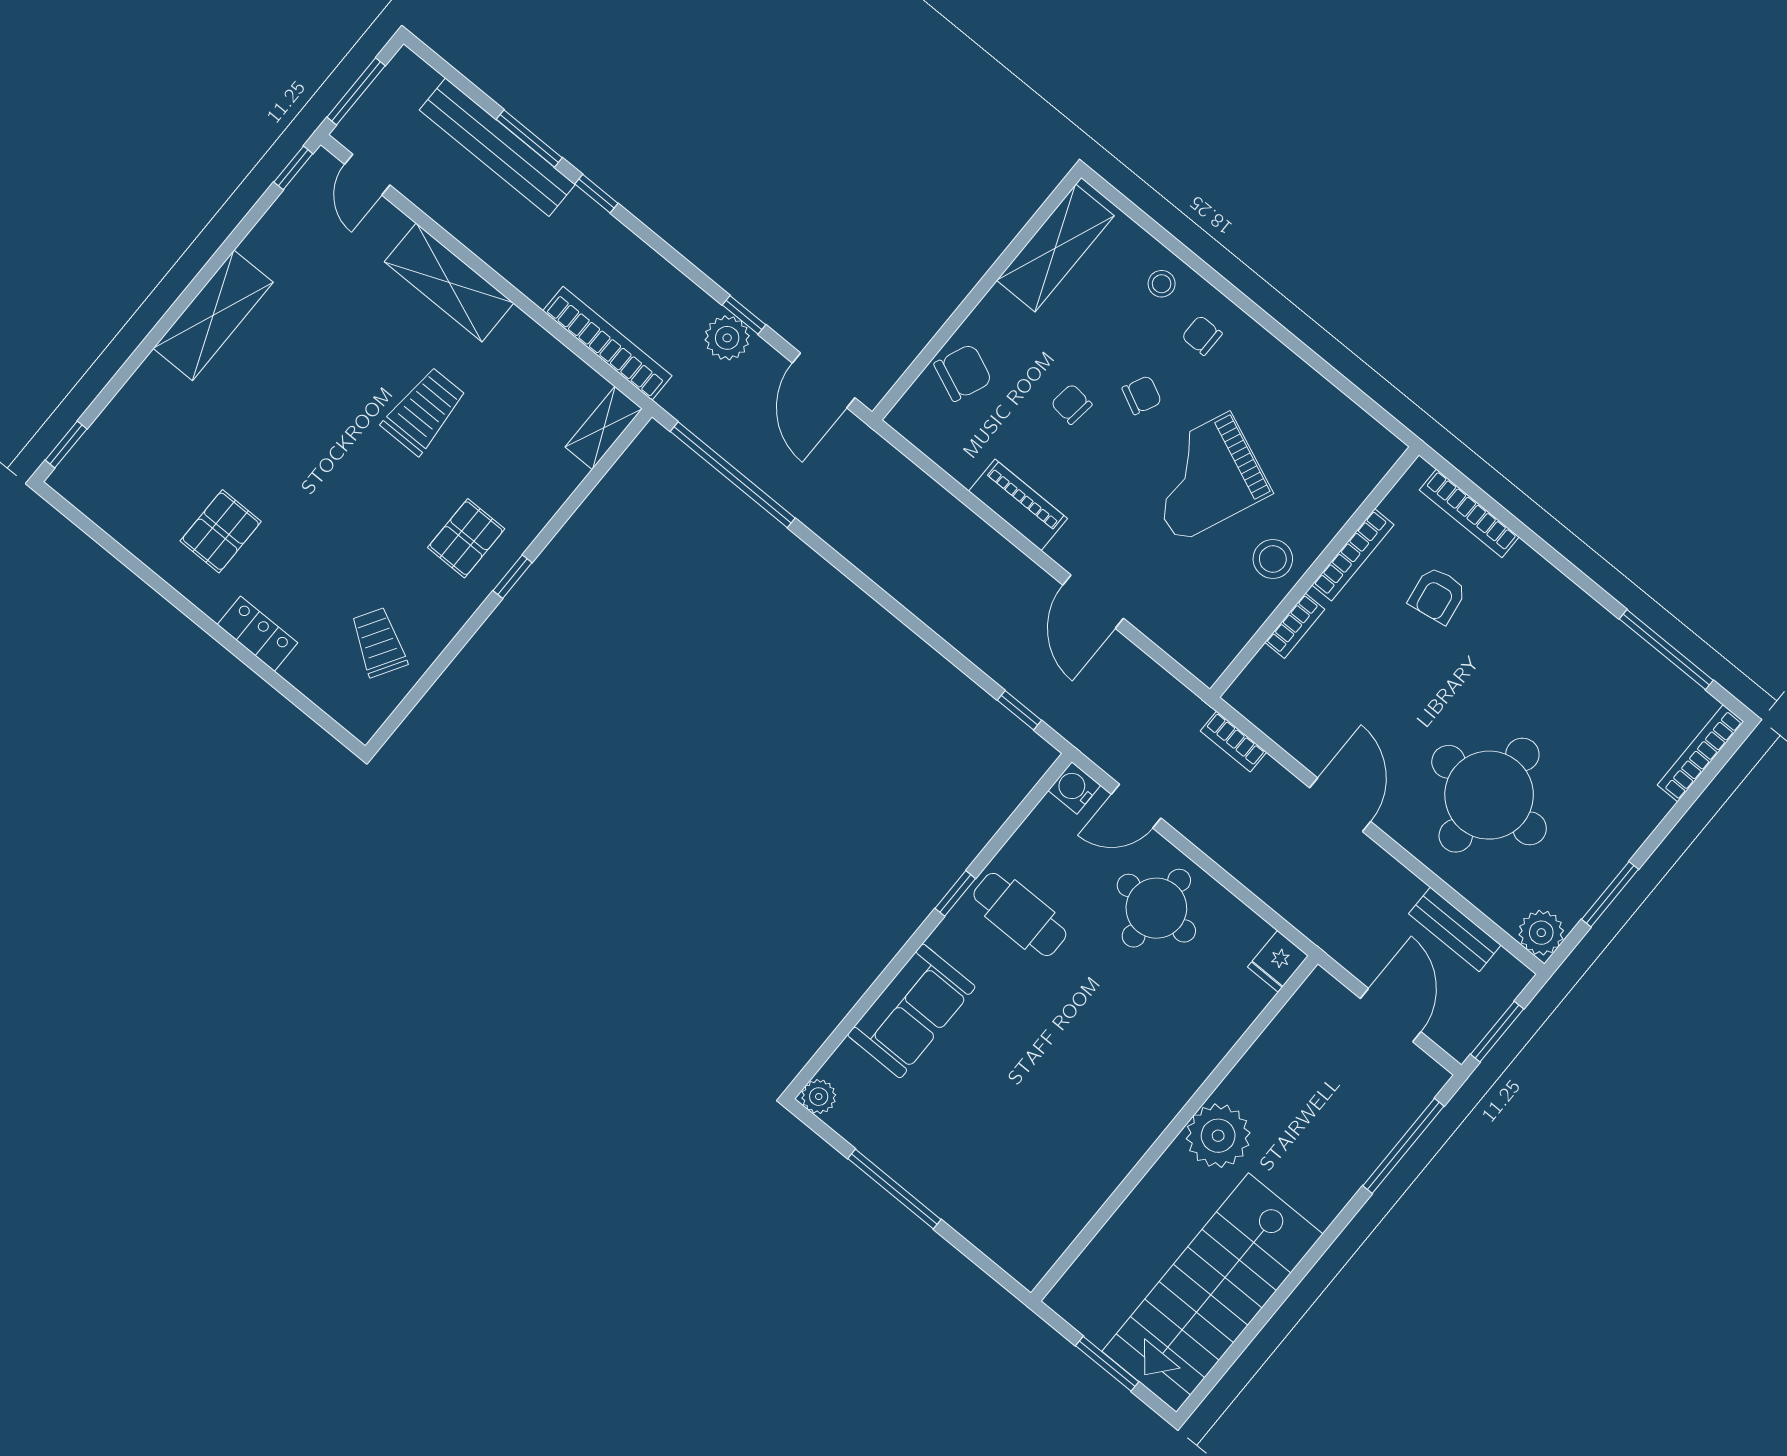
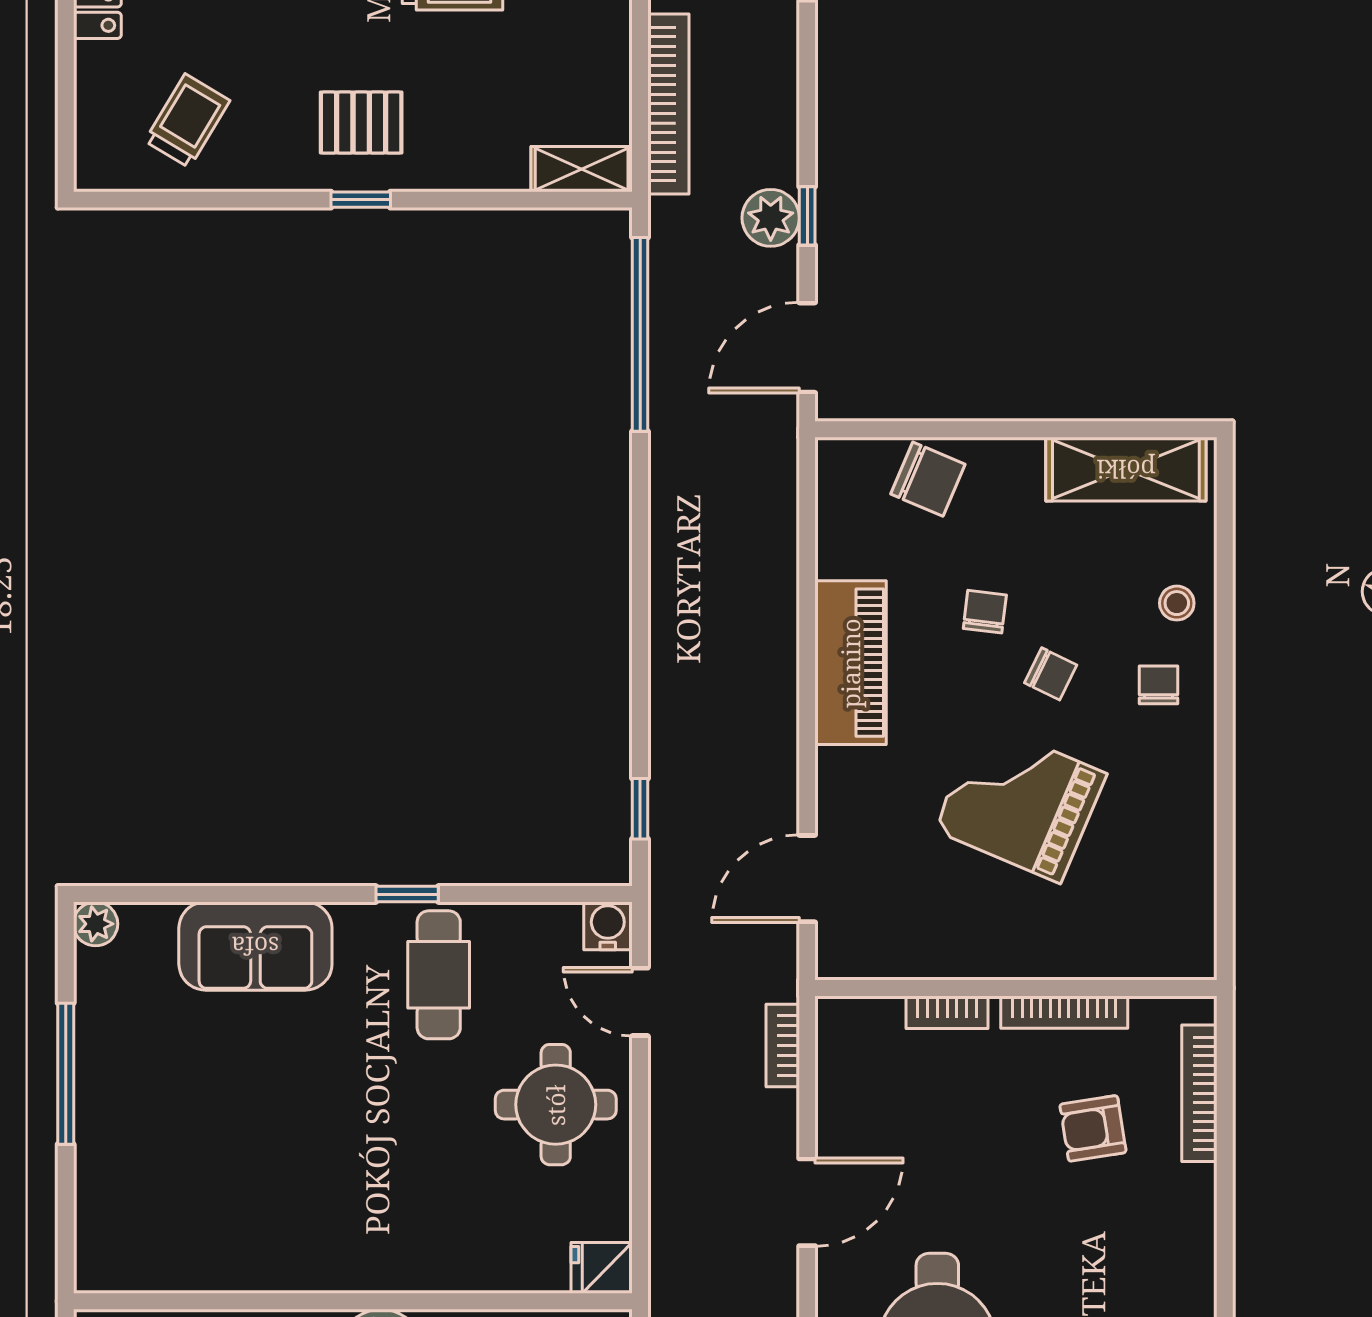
piano: (1018, 505) -> (851, 663), width x1.37, depth x1.33
stool: (1273, 559) -> (995, 936), removed
door: (1093, 602) -> (807, 879), moved

